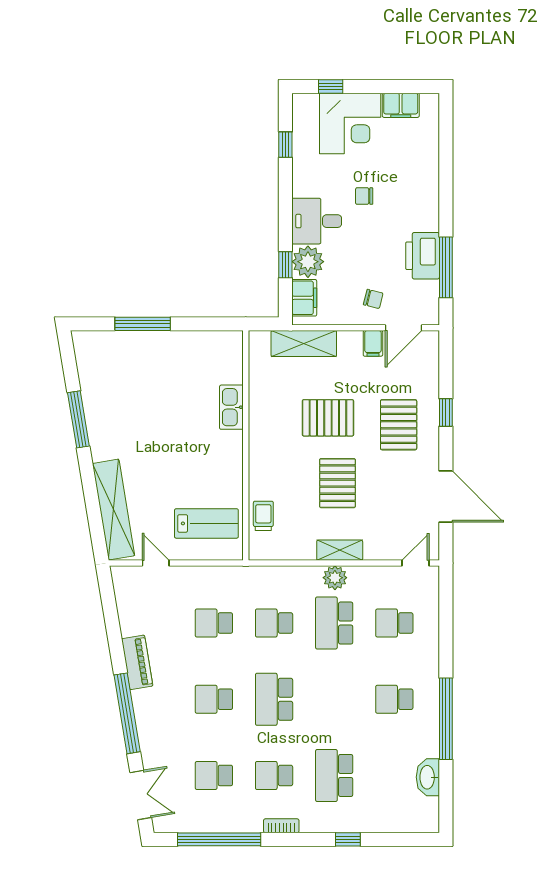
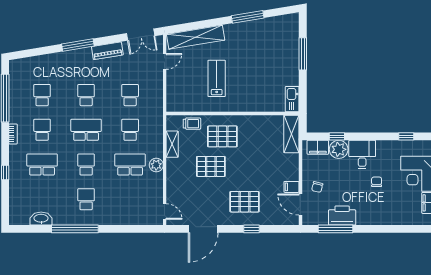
shelving: (304, 344) -> (291, 134), moved
kitchen sink: (231, 407) -> (292, 99), moved, turned -90
pallet: (328, 418) -> (222, 136), moved, turned 90
lab bench: (206, 523) -> (217, 78), moved, turned 180
shelving: (340, 550) -> (172, 144), moved
school desk: (394, 623) -> (86, 165), moved
window: (127, 713) -> (78, 45), width x0.68
double door: (141, 795) -> (141, 35), moved

